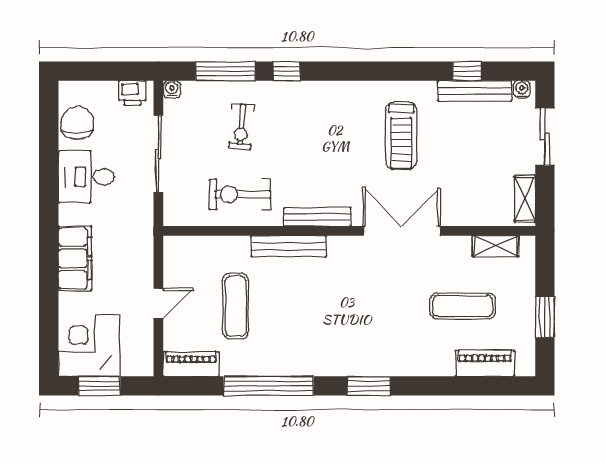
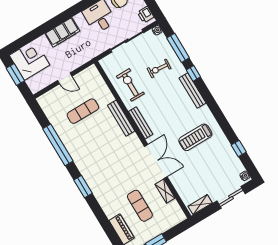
bench: (474, 91) -> (192, 91), moved
shelving: (496, 246) -> (165, 191), moved
piano: (191, 364) -> (48, 107), removed

